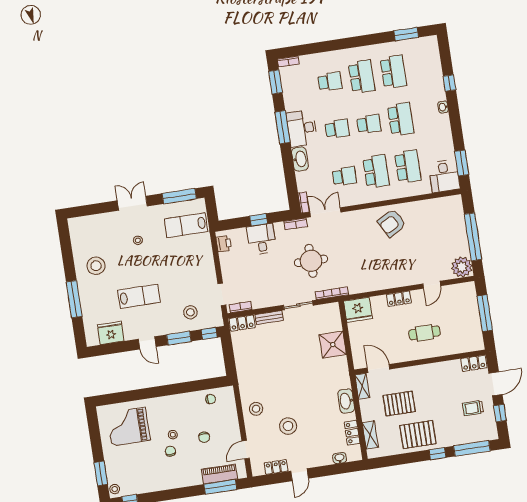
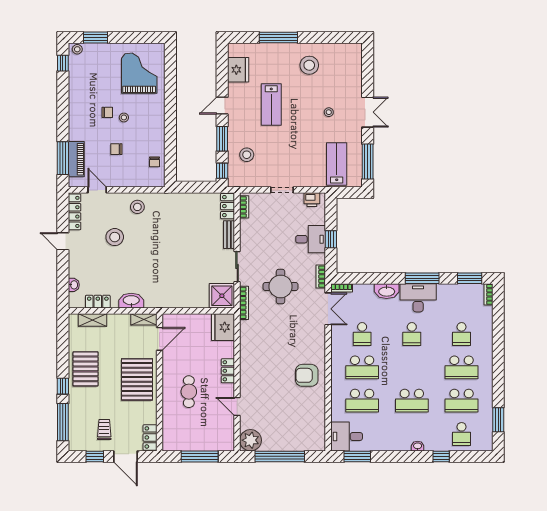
school desk: (369, 124) -> (462, 434), moved
armchair: (392, 223) -> (307, 375), turned -61
doorway: (222, 294) -> (282, 190), moved
shower: (333, 345) -> (222, 296), moved
pallet: (399, 404) -> (137, 379), moved, width x1.37, depth x1.41
locker: (276, 467) -> (75, 212), width x1.53

